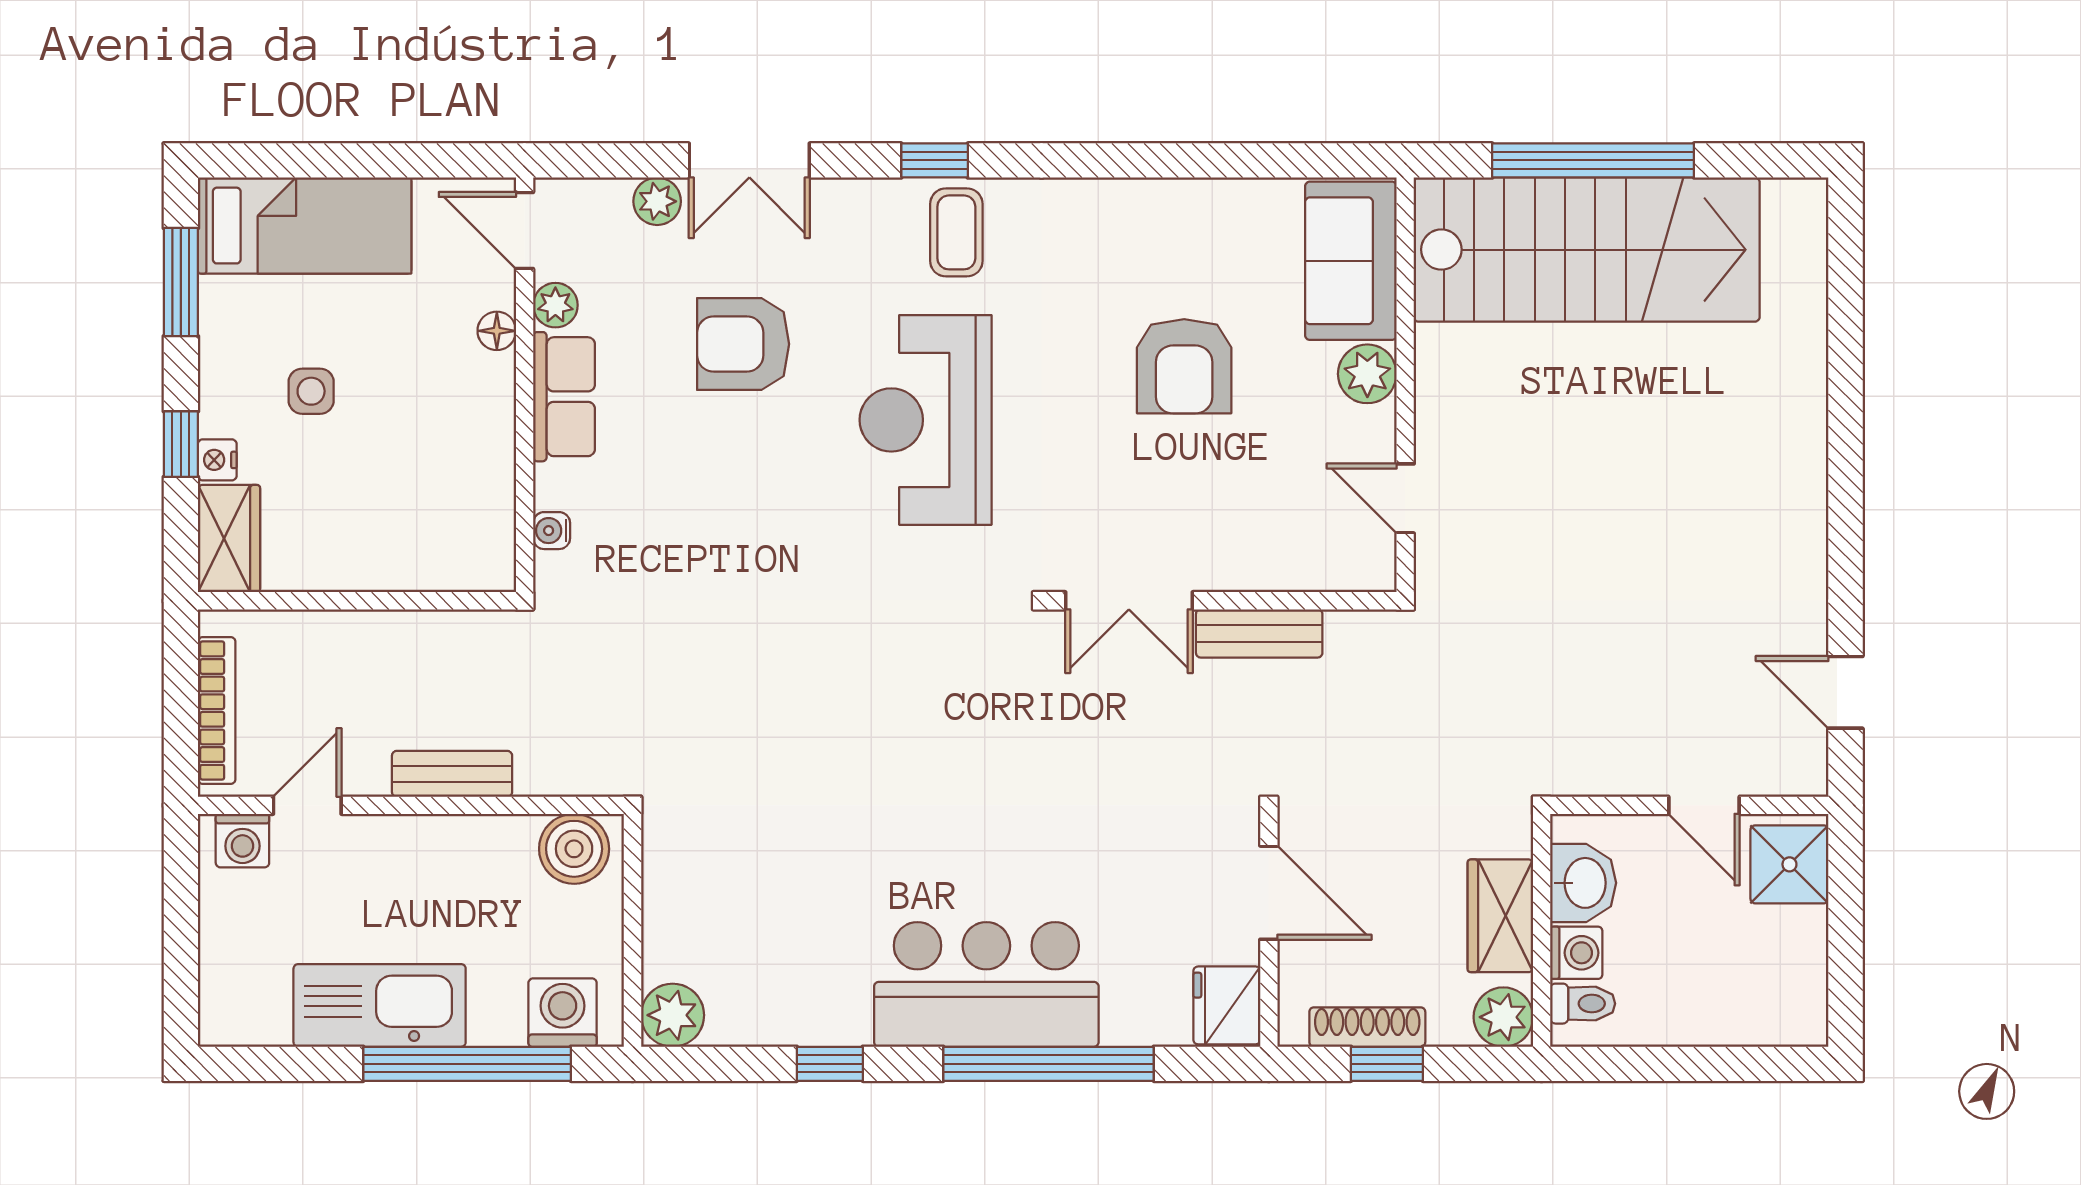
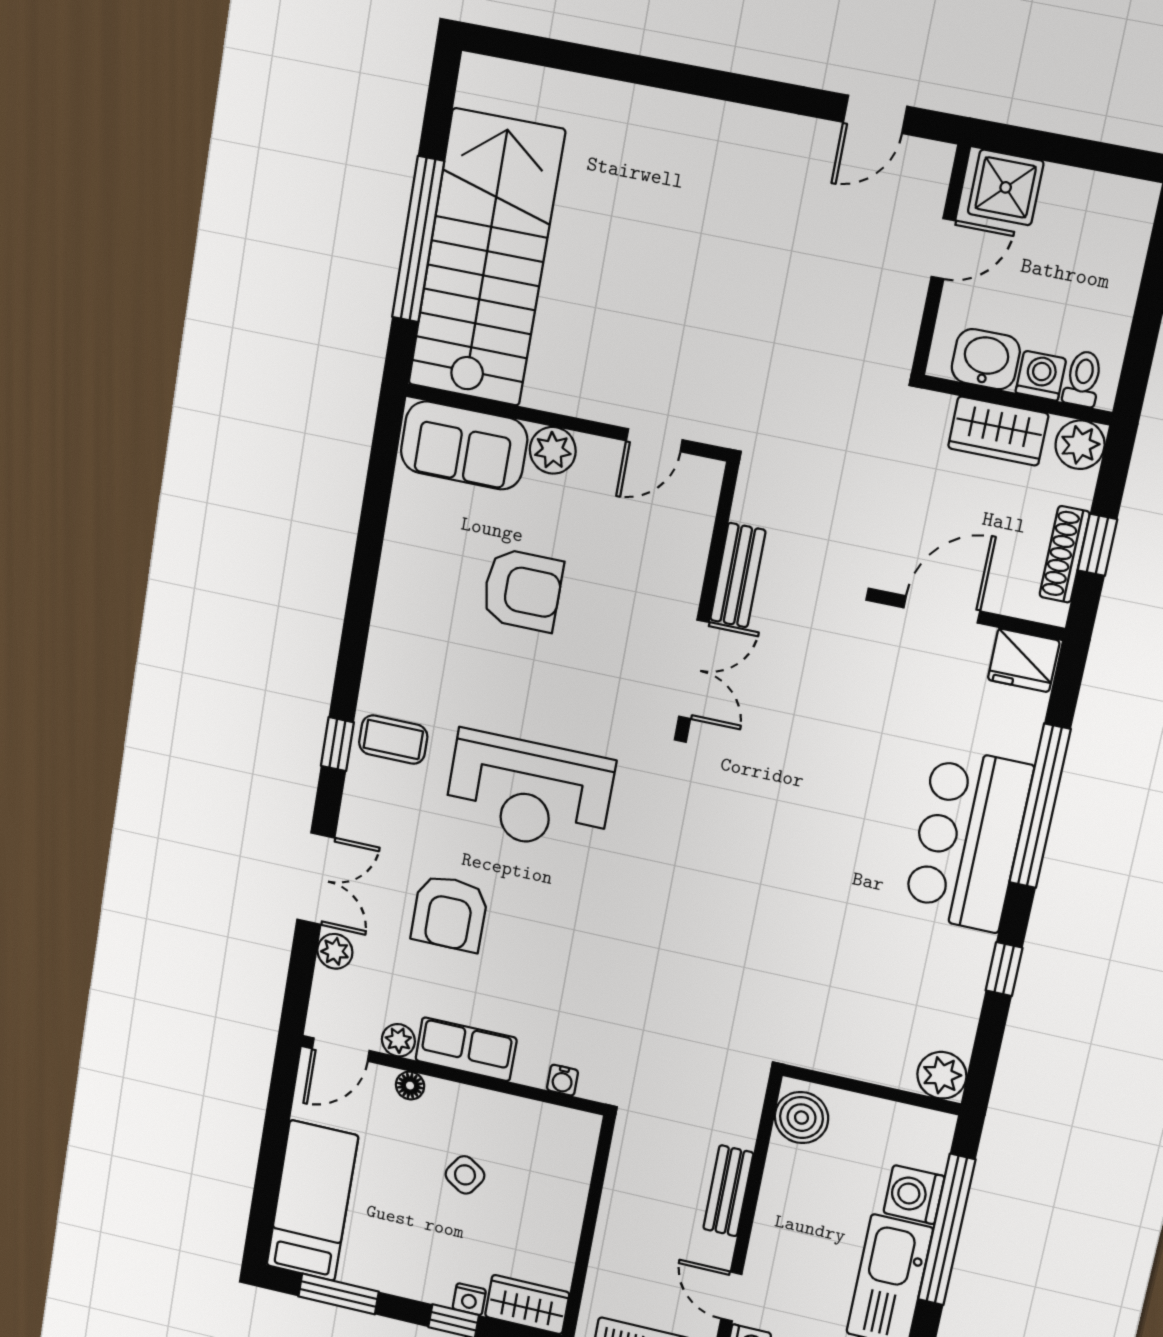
side table: (311, 391) -> (465, 1175), moved, turned 33
washing machine: (563, 1013) -> (914, 1195), moved

